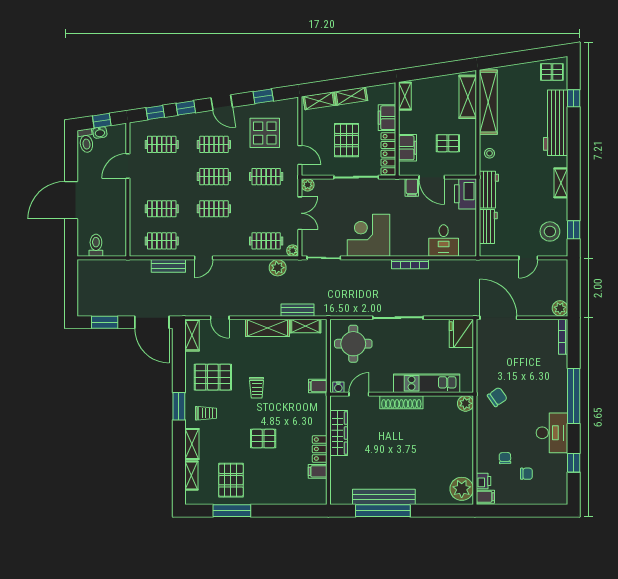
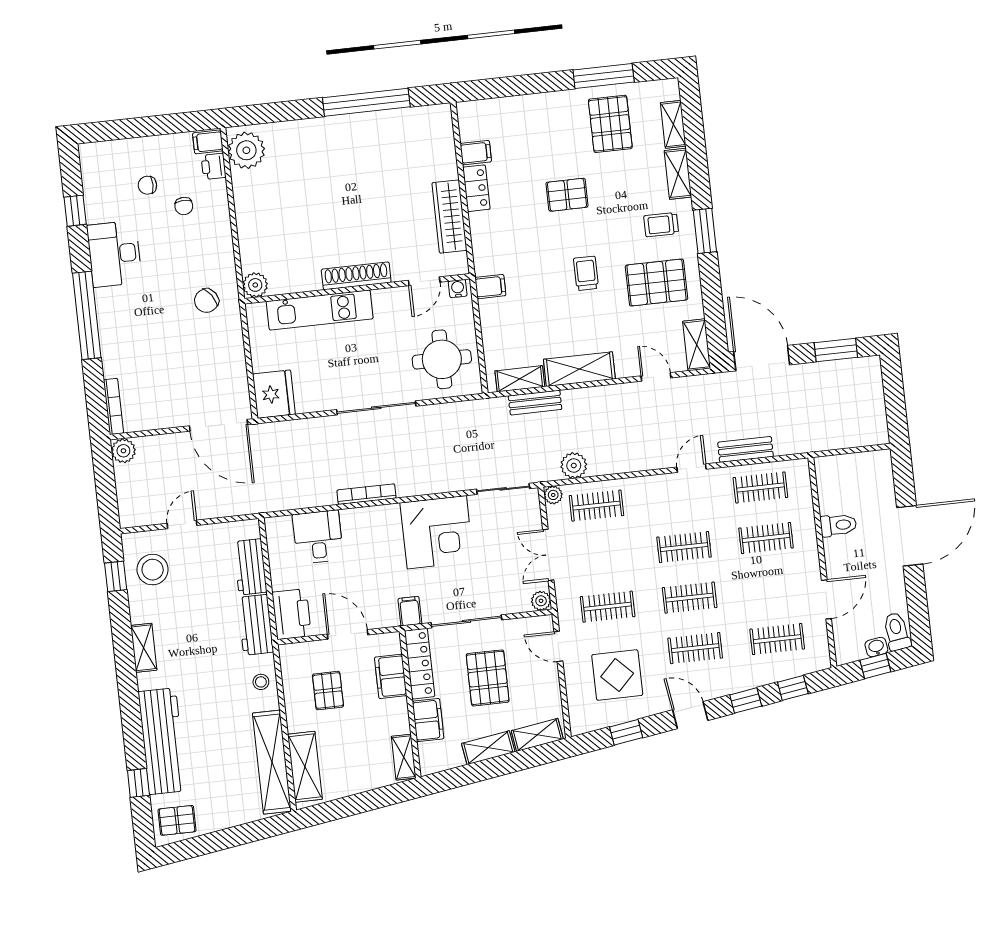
pallet: (448, 143) -> (328, 691), turned 90
filing cabinet: (412, 187) -> (410, 611), moved
toilet: (96, 245) -> (838, 525), moved, turned -90
bench: (384, 497) -> (367, 124), removed

